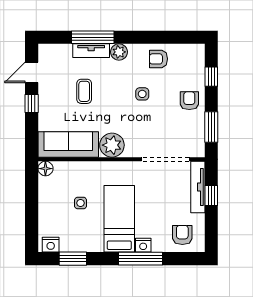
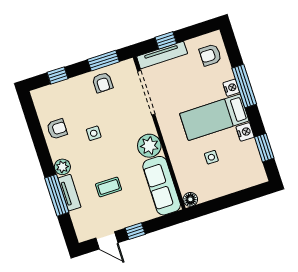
armchair: (158, 59) -> (57, 129), turned -90
armchair: (189, 101) -> (103, 82), moved, turned -90
nightstand: (51, 245) -> (245, 132), moved

